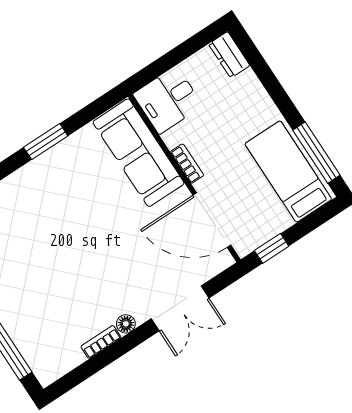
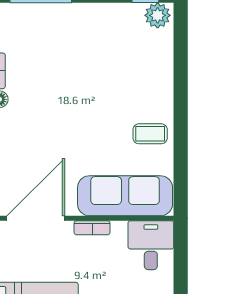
window: (46, 142) -> (181, 130), removed
coffee table: (67, 167) -> (150, 134), added

